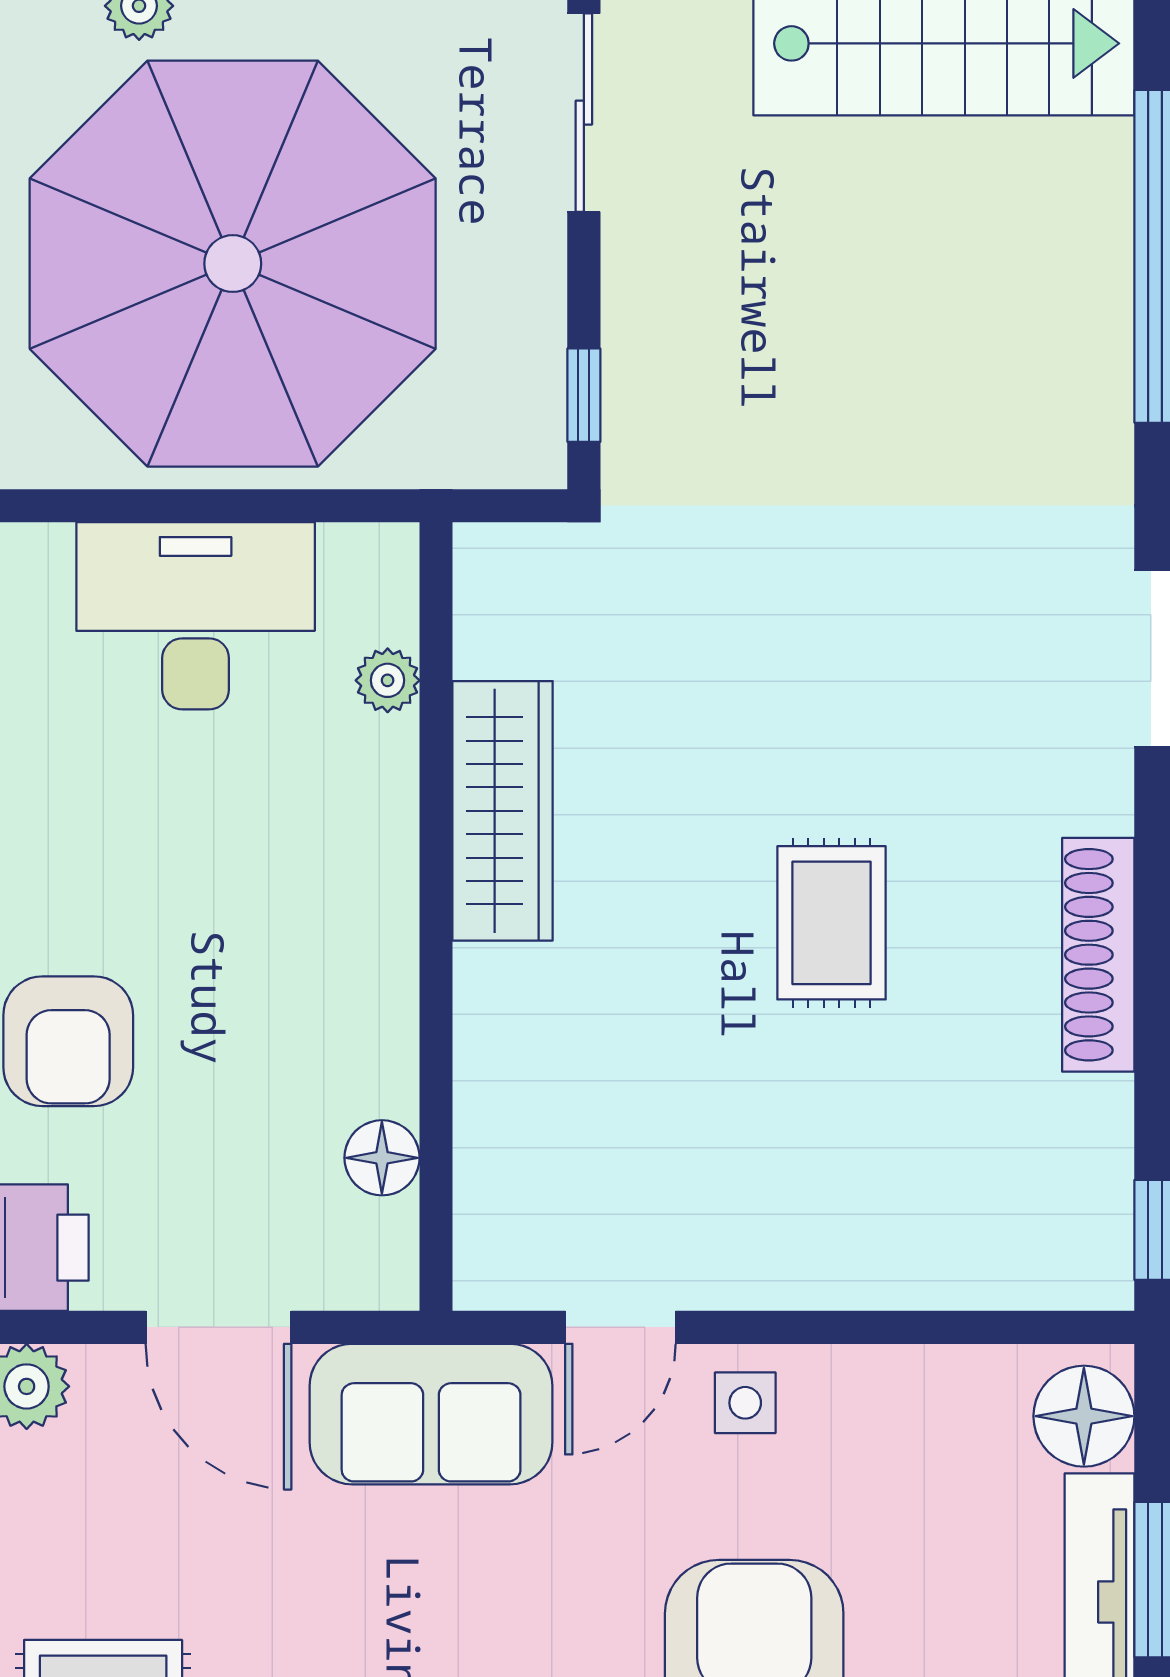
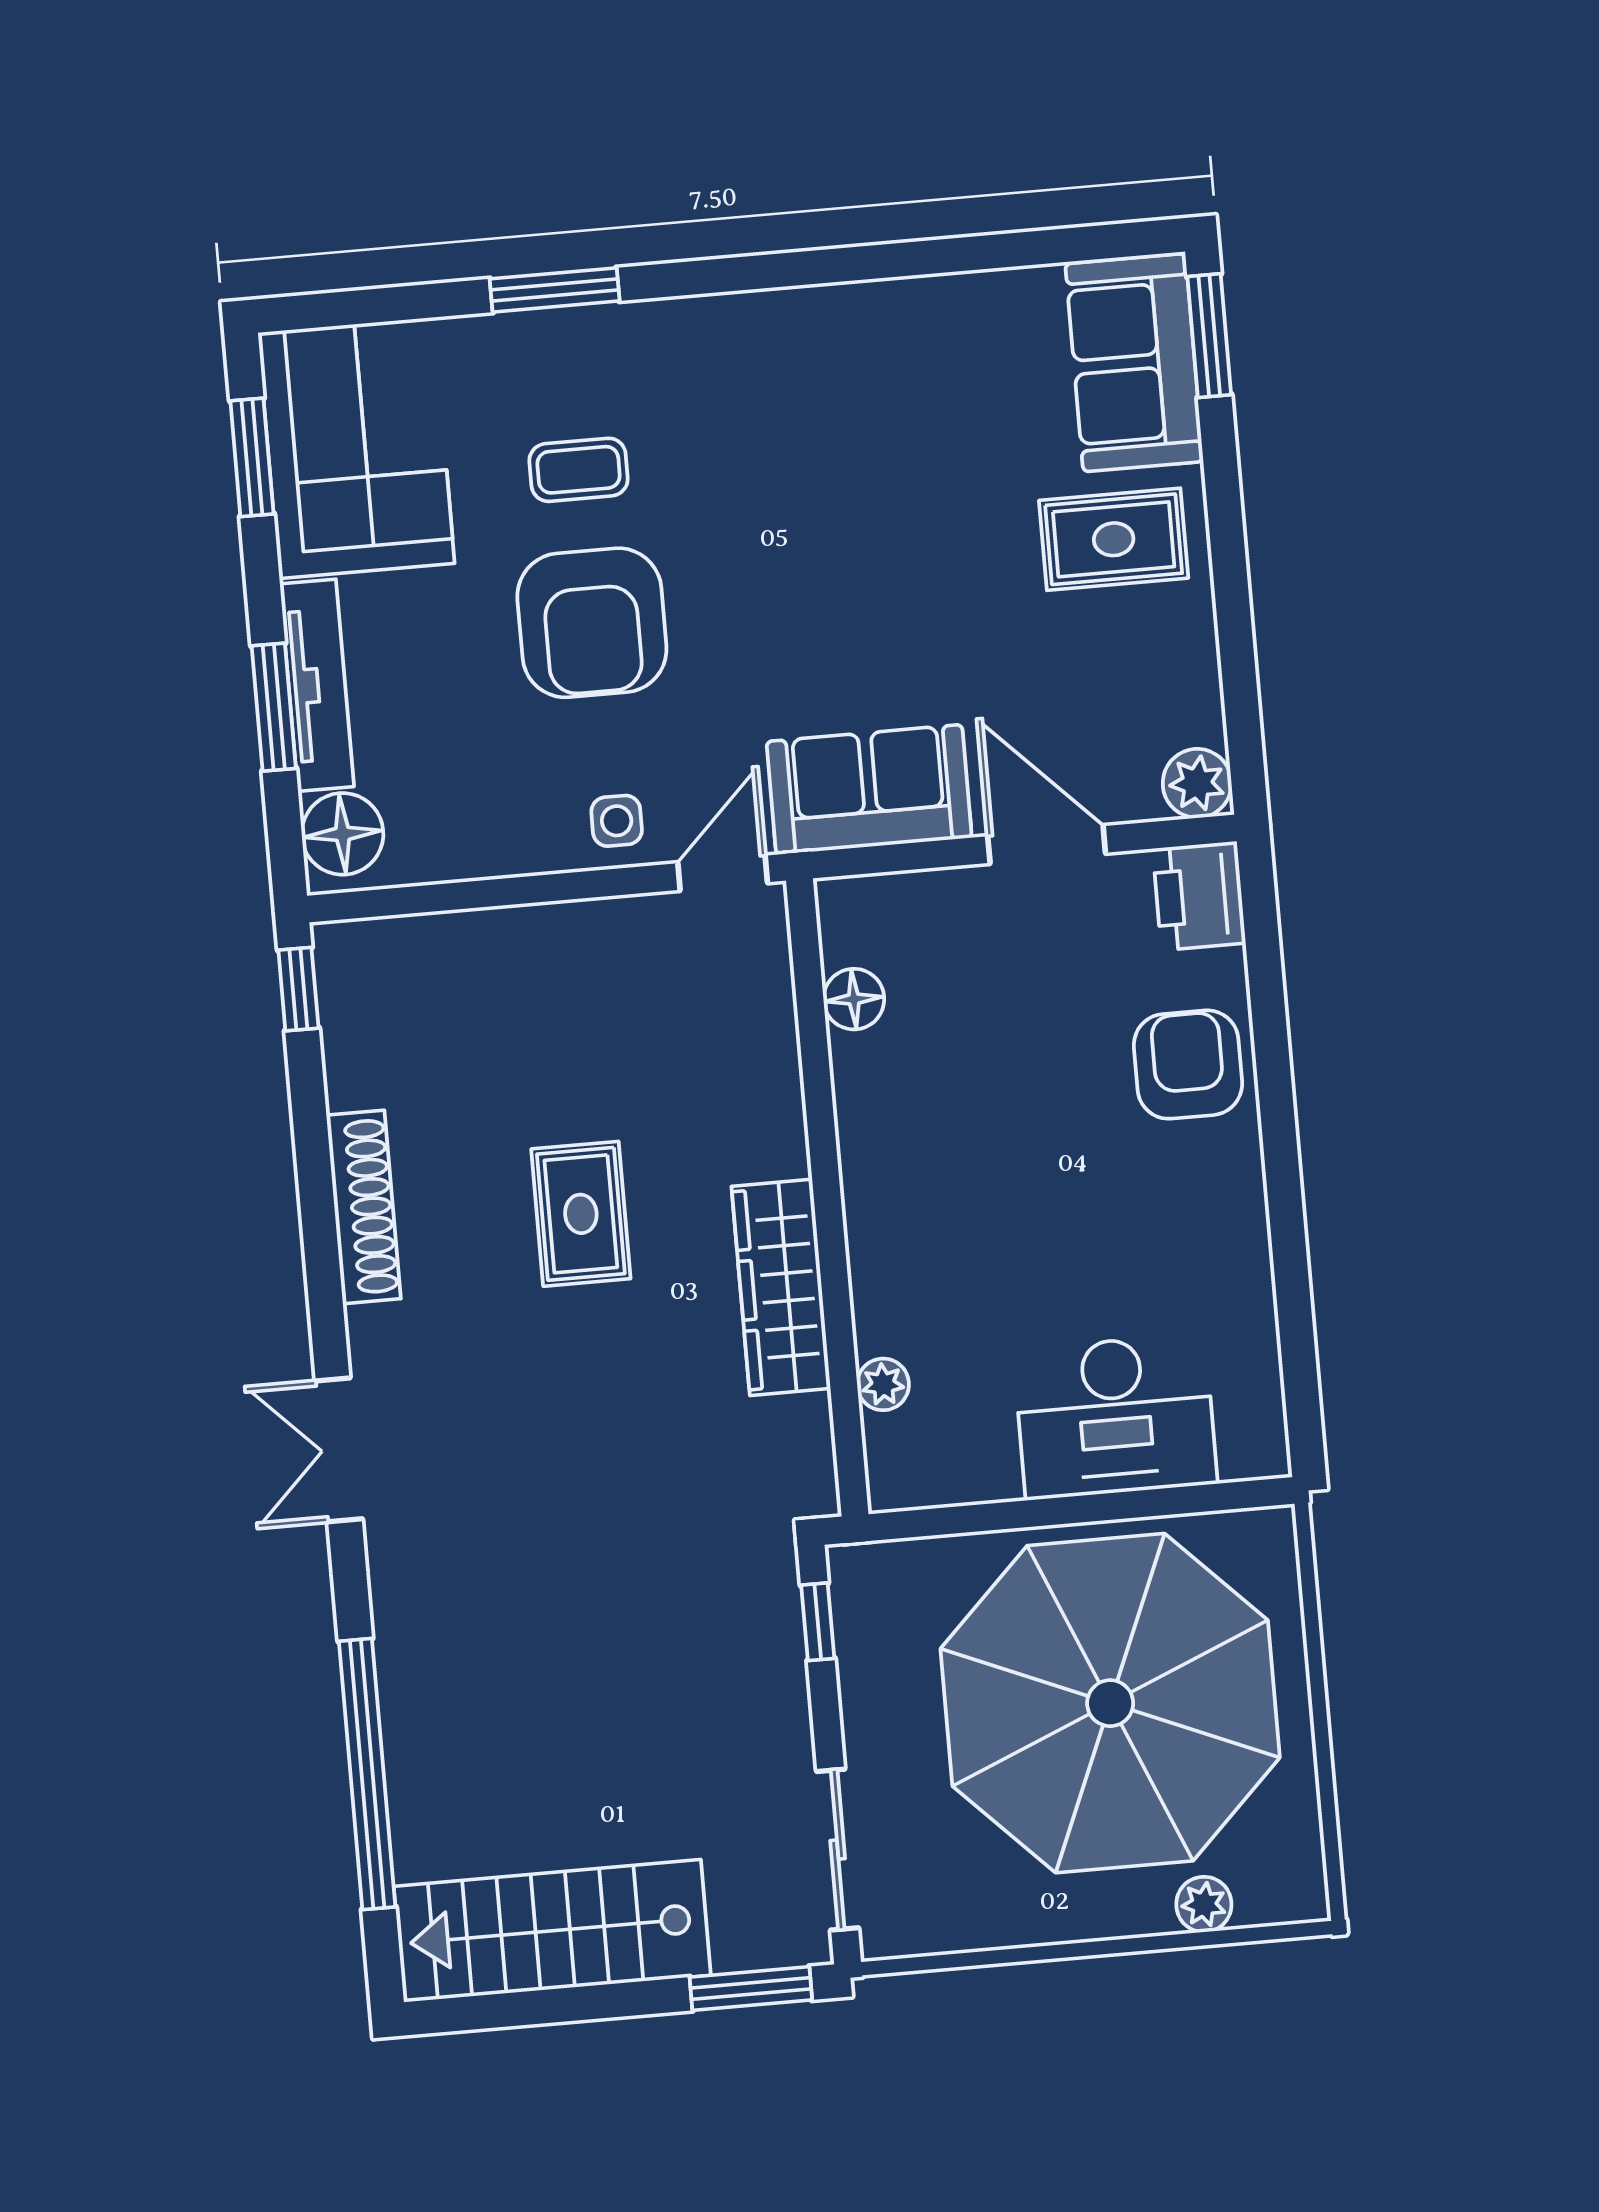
plant: (388, 680) -> (883, 1384), moved
wardrobe: (503, 811) -> (781, 1287), moved
wall: (436, 917) -> (827, 1197), moved
floor lamp: (382, 1158) -> (854, 999), moved

